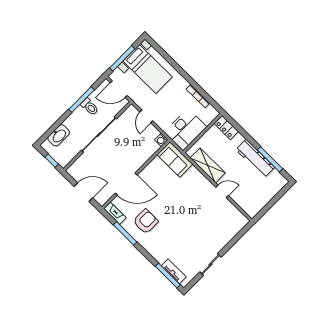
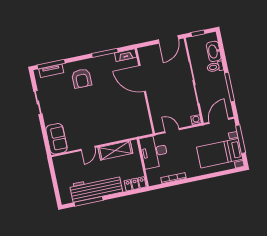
toilet: (90, 107) -> (215, 67), moved
door: (146, 116) -> (172, 131), moved
washing machine: (161, 140) -> (196, 120), moved
sofa: (175, 159) -> (57, 139), moved, turned 90
workbench: (255, 159) -> (96, 188), width x1.36, depth x1.32
door: (126, 184) -> (142, 79), hinge flipped
door: (83, 192) -> (168, 39), moved
armchair: (146, 221) -> (82, 78), moved

